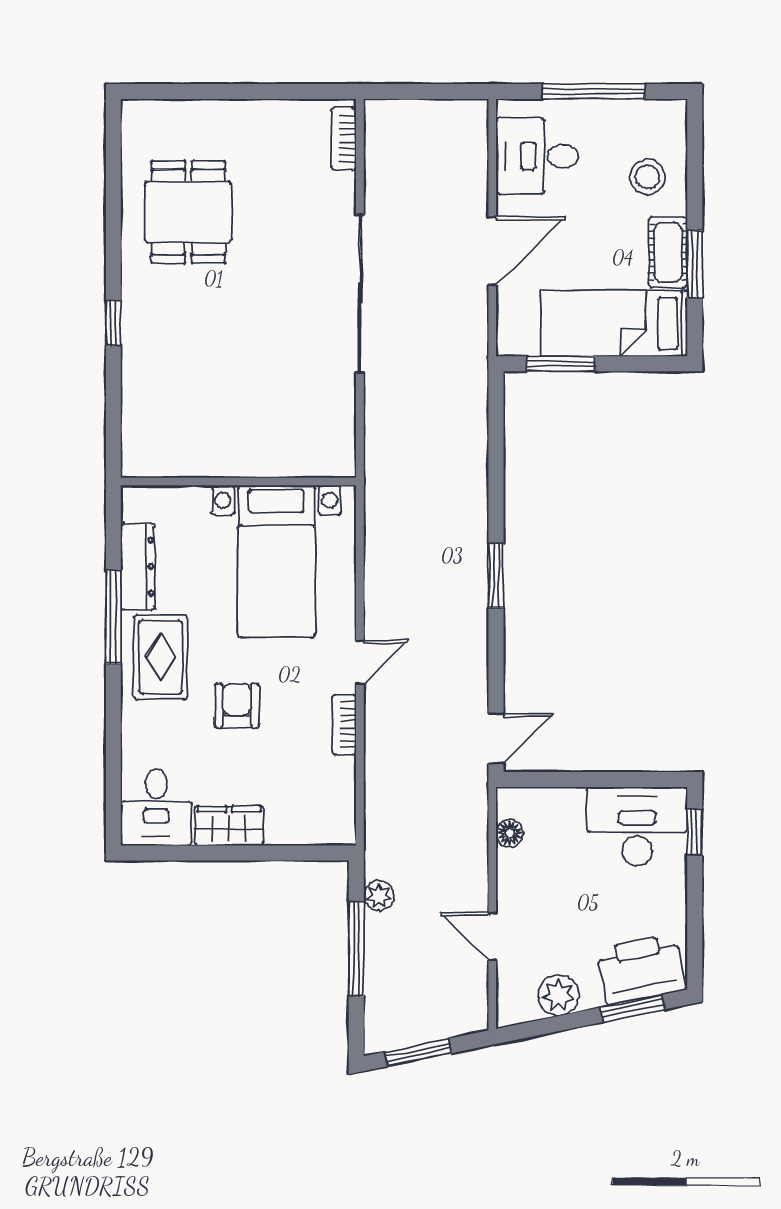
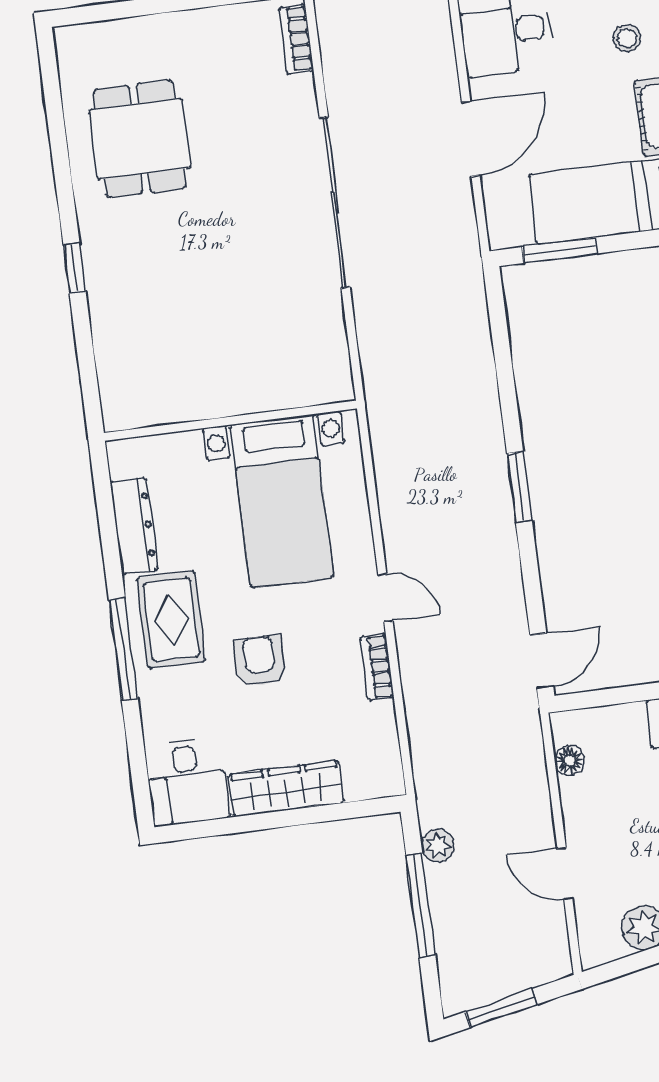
stool: (647, 177) -> (627, 38), width x0.73, depth x0.73
window: (113, 617) -> (123, 650), moved
door: (360, 662) -> (385, 598), hinge flipped
wardrobe: (229, 826) -> (286, 789), width x1.50

